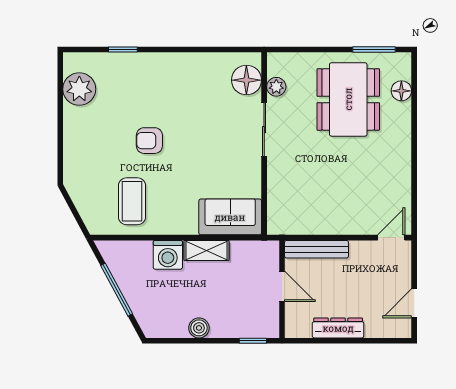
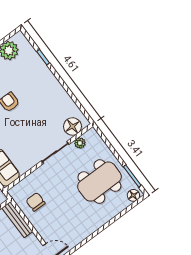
floor lamp: (401, 91) -> (133, 195), moved
chair: (311, 206) -> (36, 202), added

